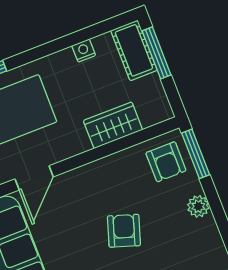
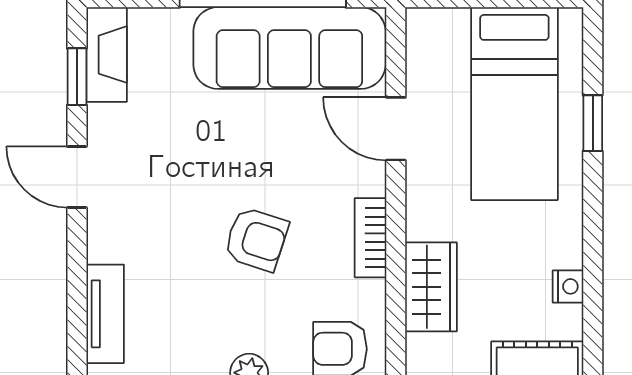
bookcase: (99, 169) -> (371, 238), added

